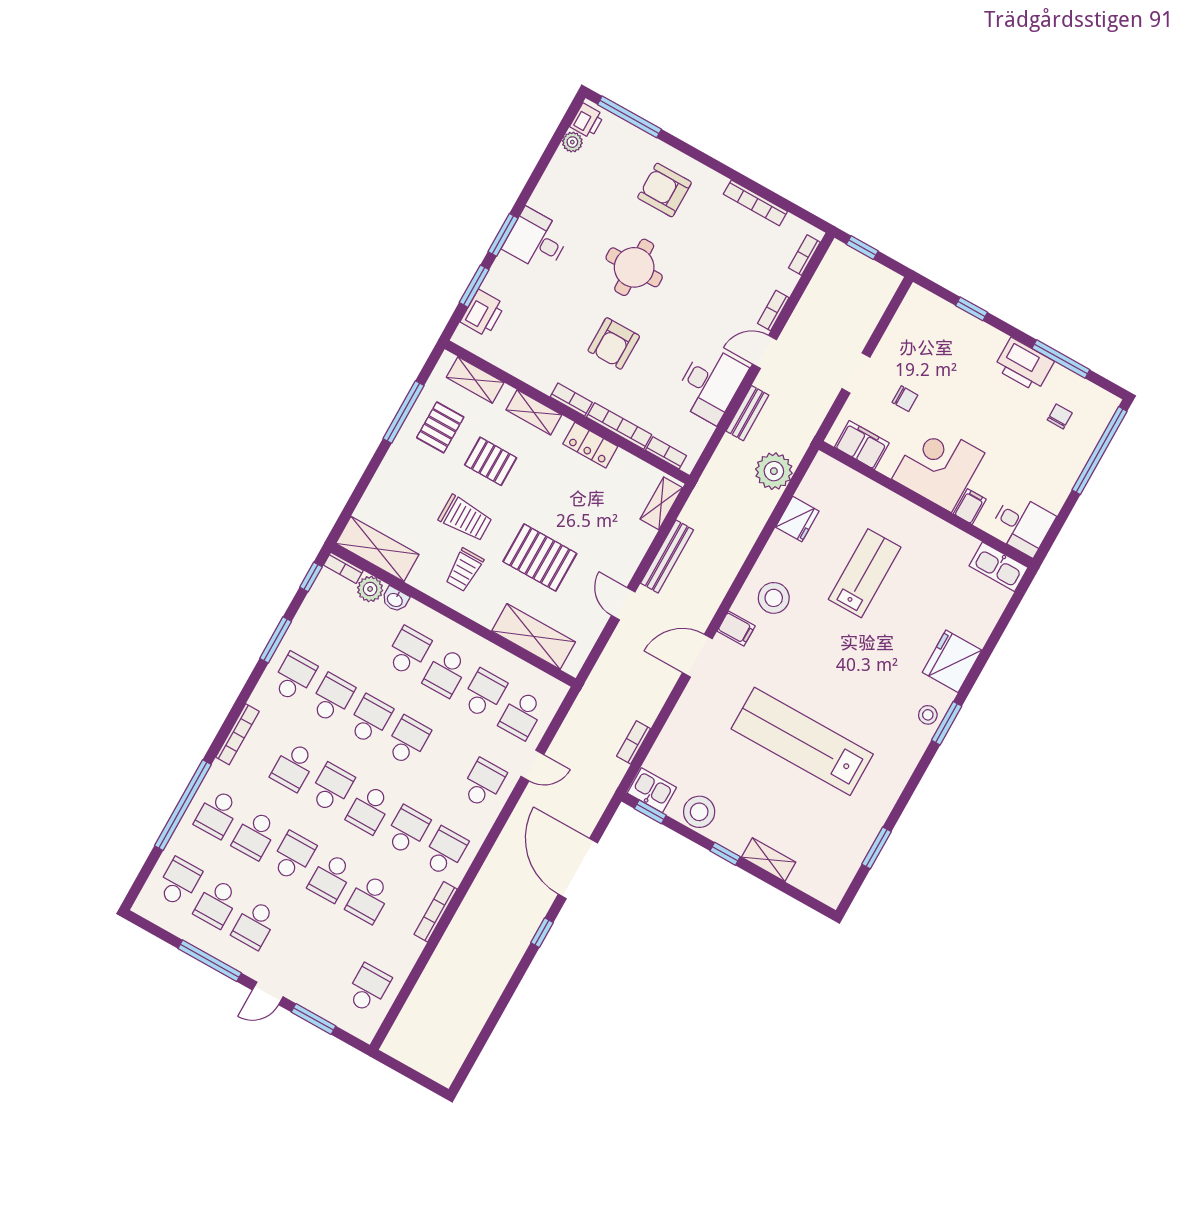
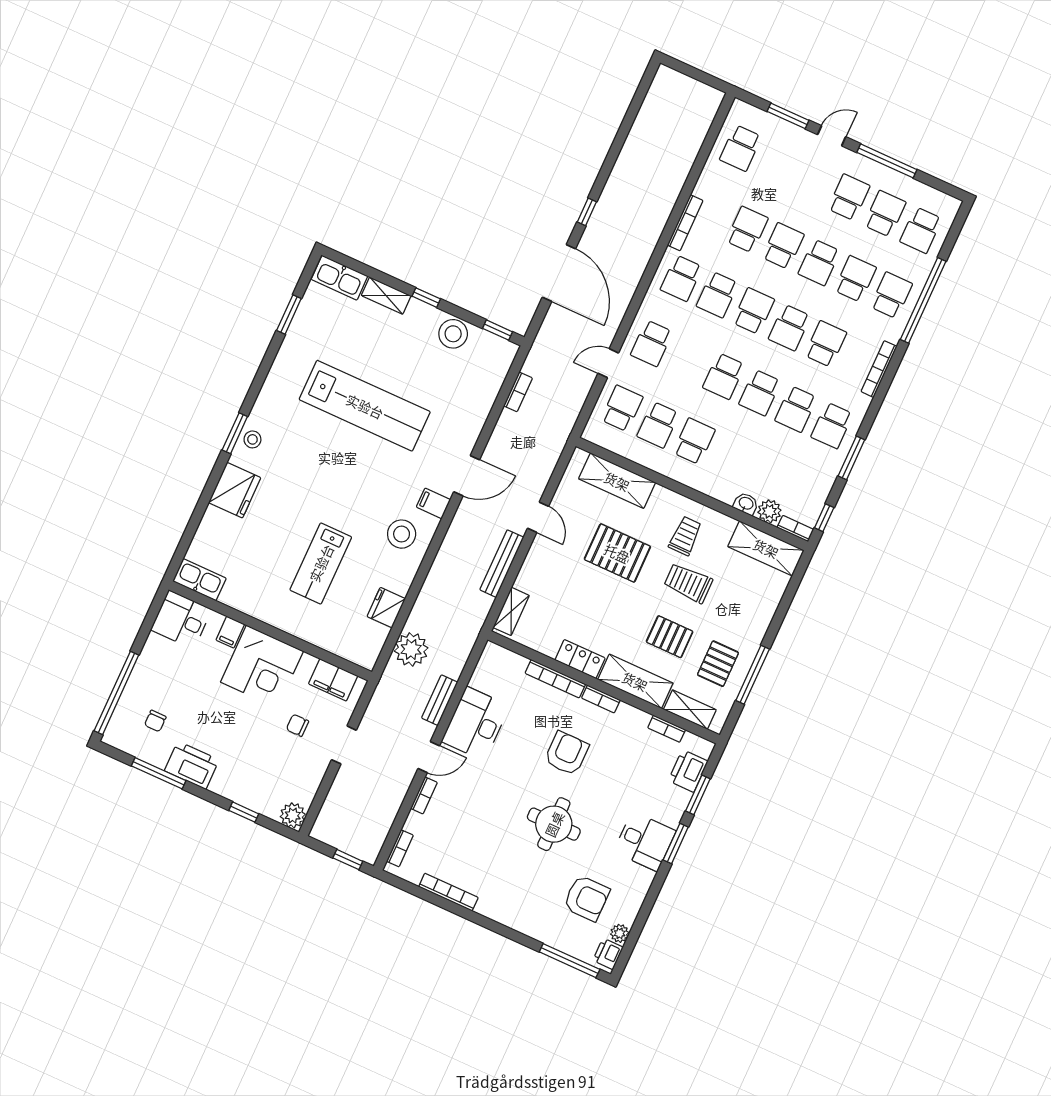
armchair: (664, 190) -> (586, 898), moved
plant: (918, 301) -> (293, 815), added
shelving: (534, 412) -> (635, 681), width x1.50, depth x1.33
bookcase: (666, 453) -> (667, 729), moved
school desk: (408, 651) -> (730, 458), removed
kitchen sink: (652, 790) -> (340, 278), moved, width x1.38

